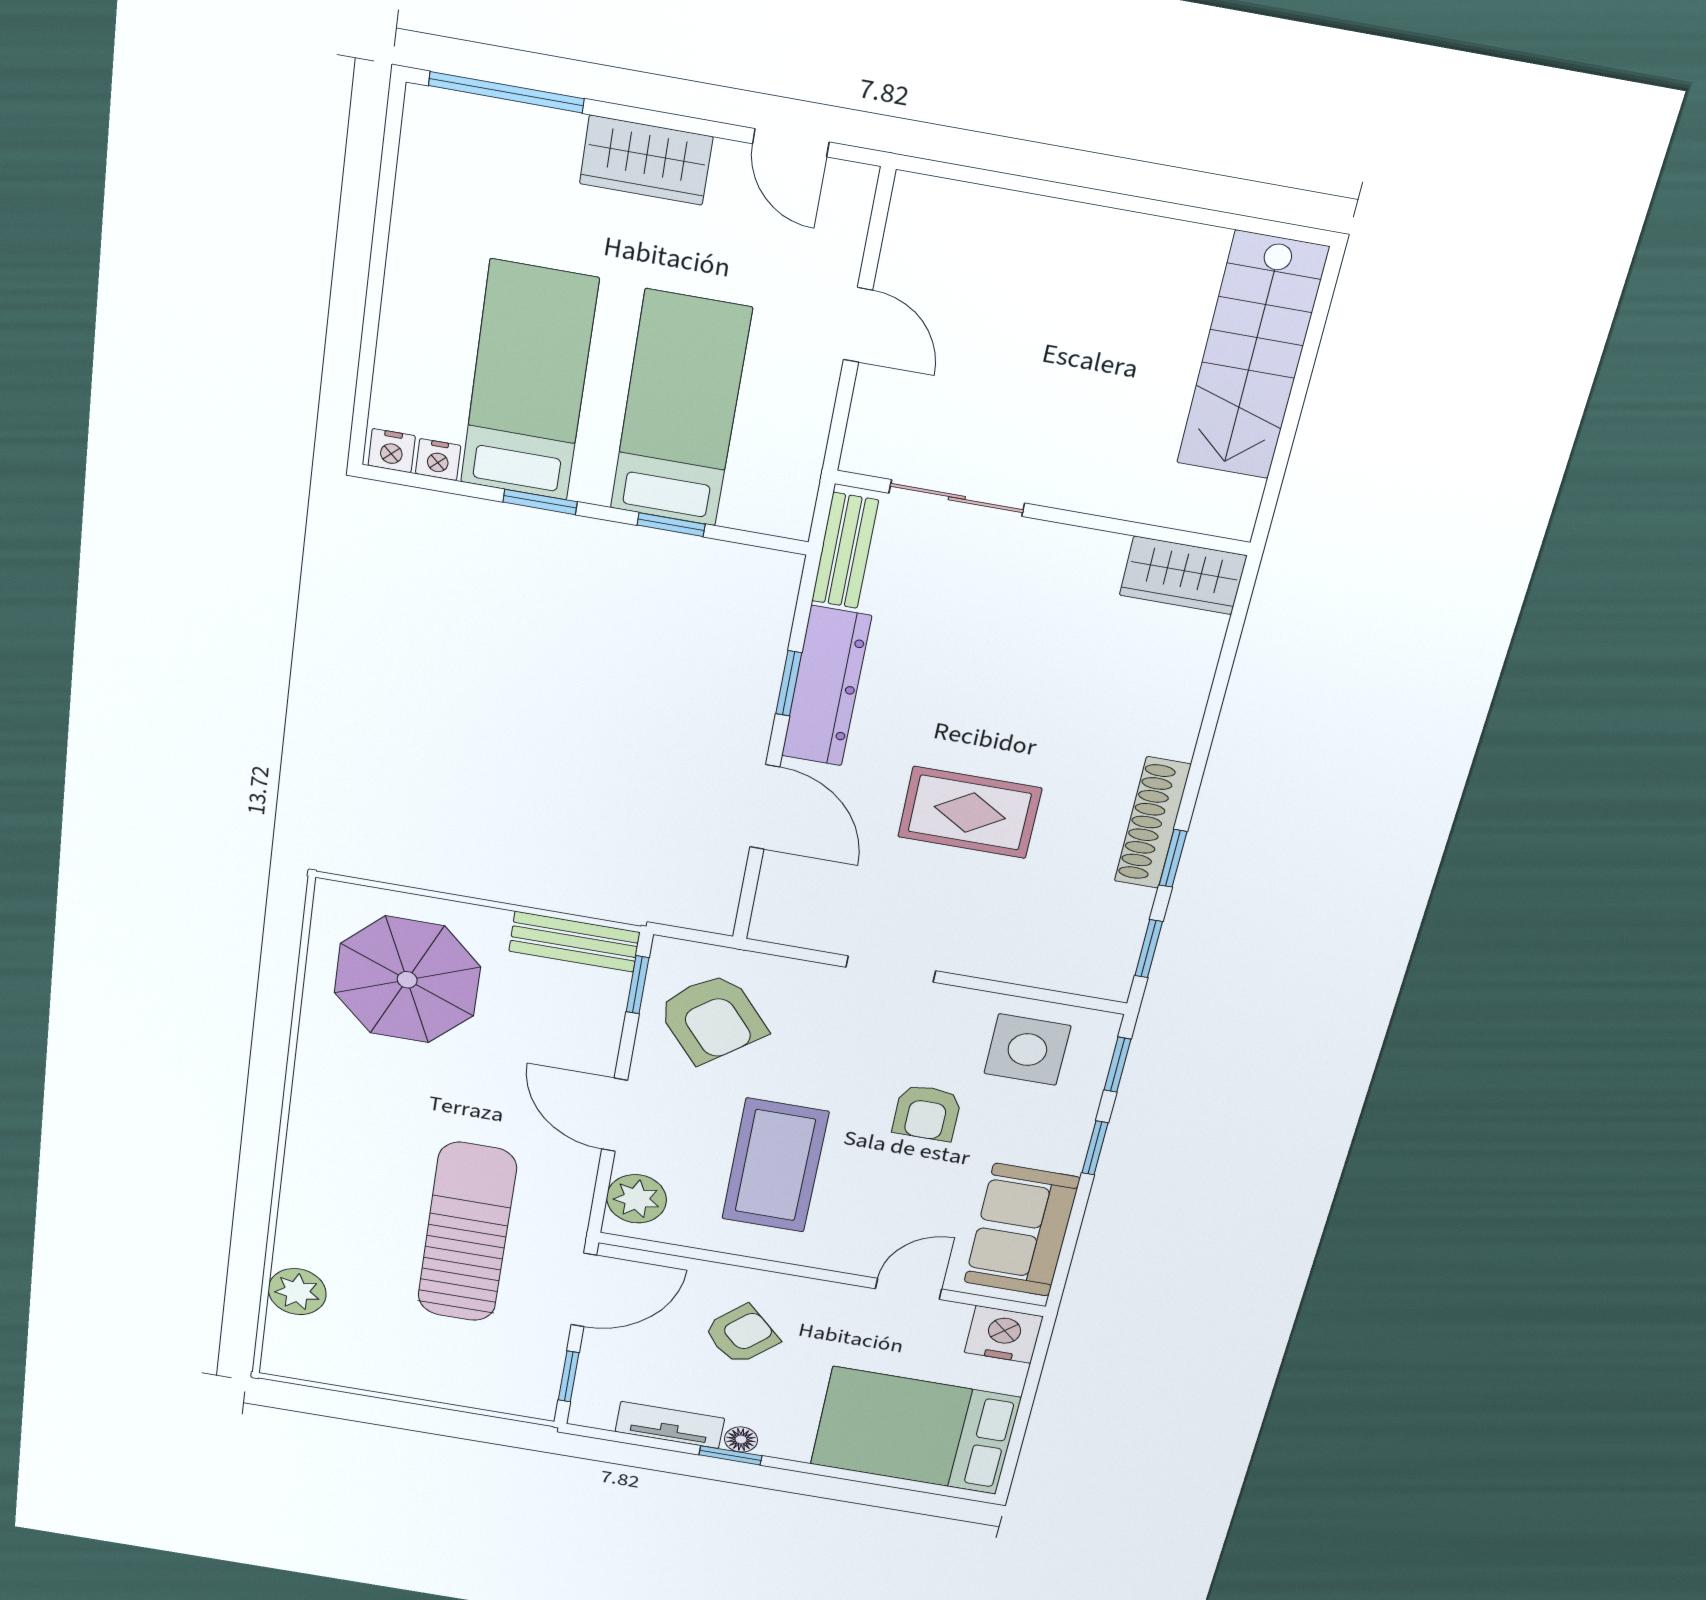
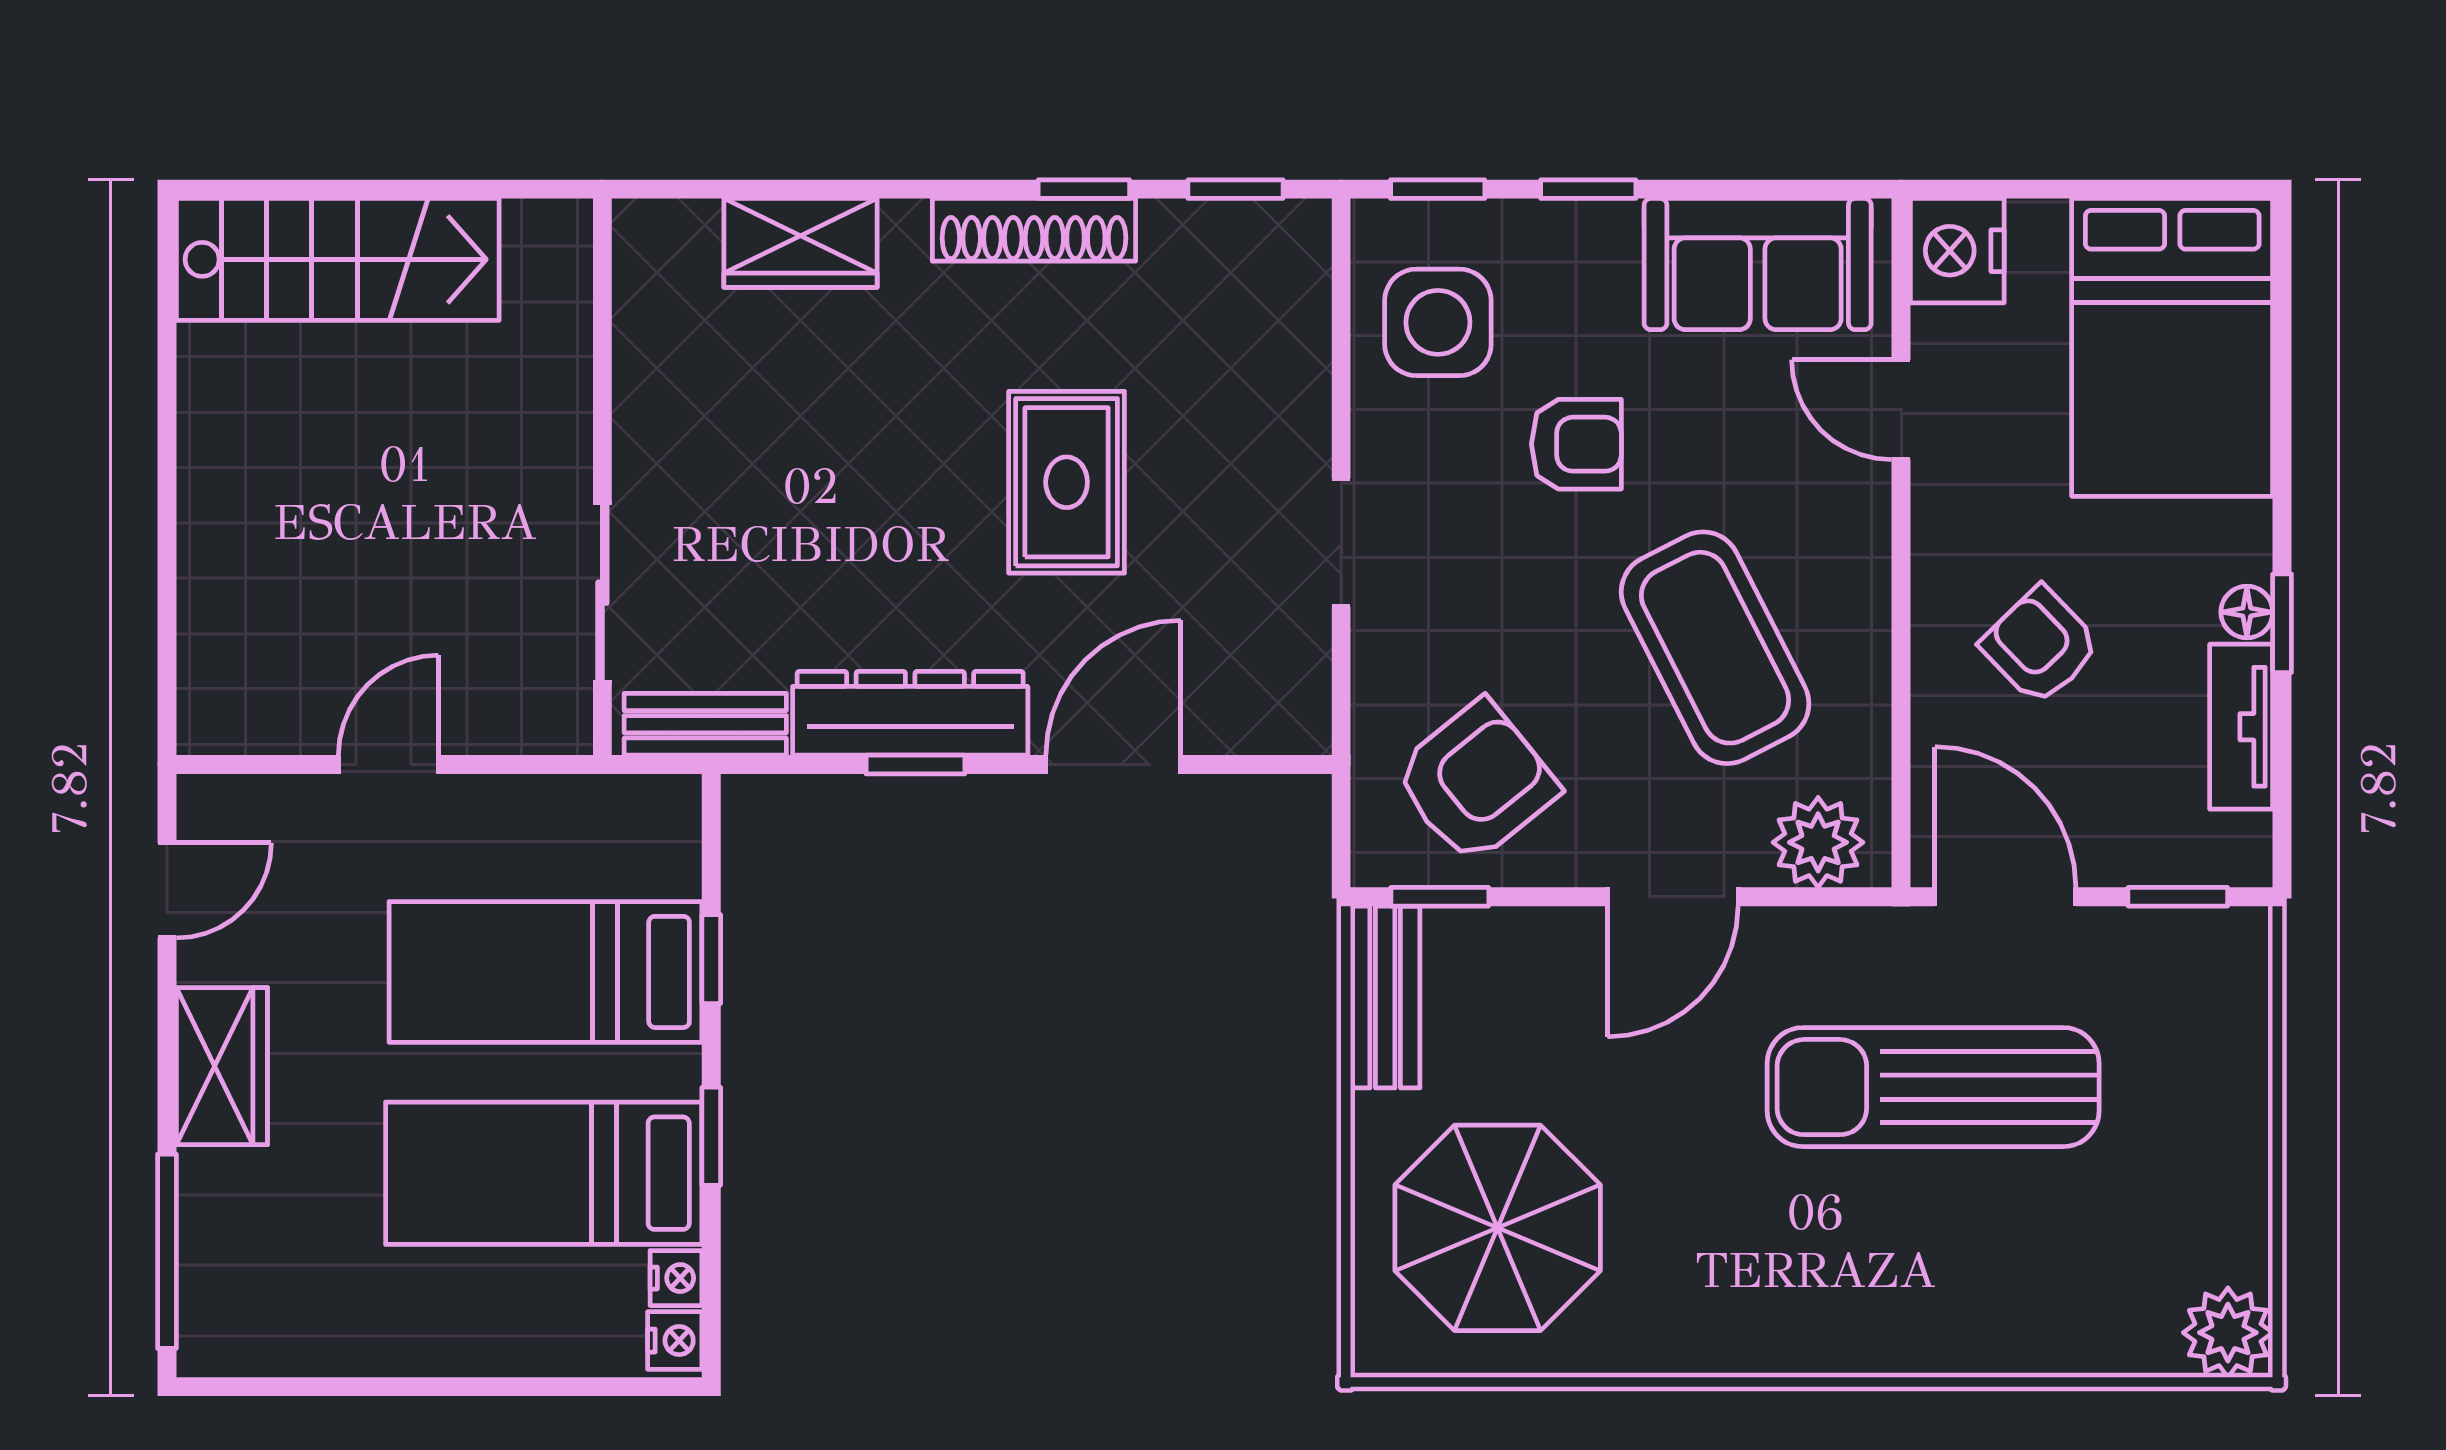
wardrobe: (1183, 575) -> (801, 243), moved, turned 90
coffee table: (775, 1165) -> (1715, 648), turned 63
plant: (297, 1292) -> (2228, 1333), moved

